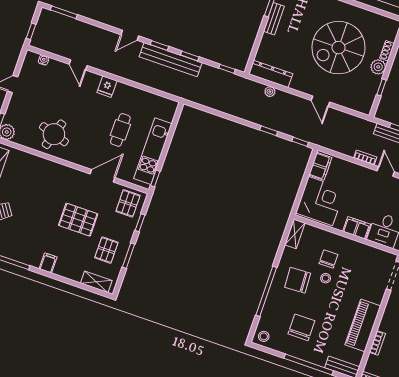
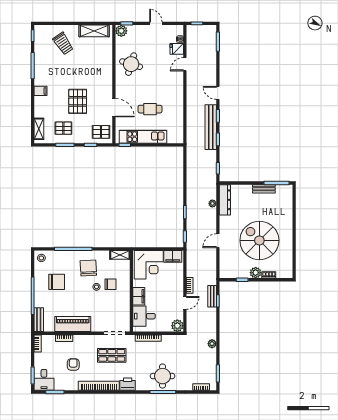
fridge: (107, 87) -> (177, 49), moved

